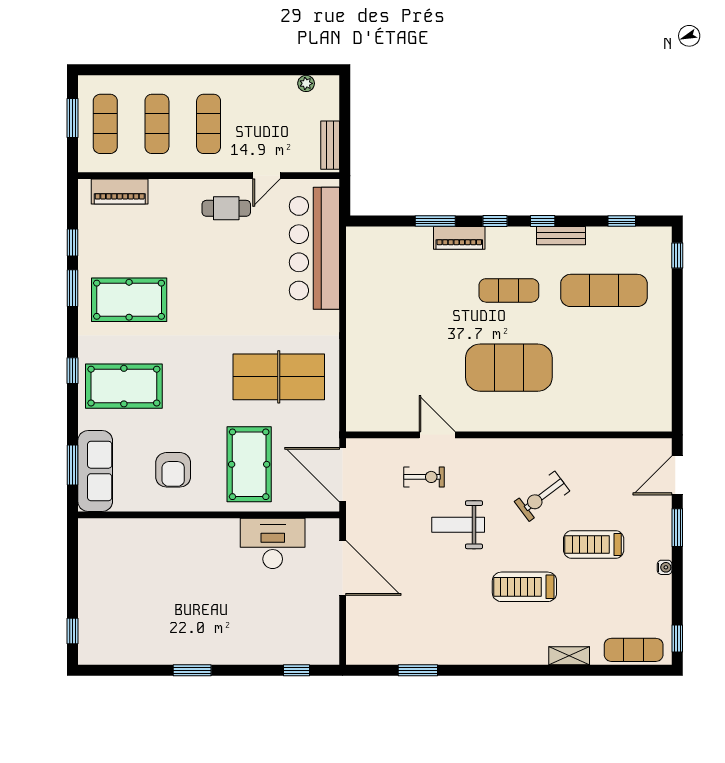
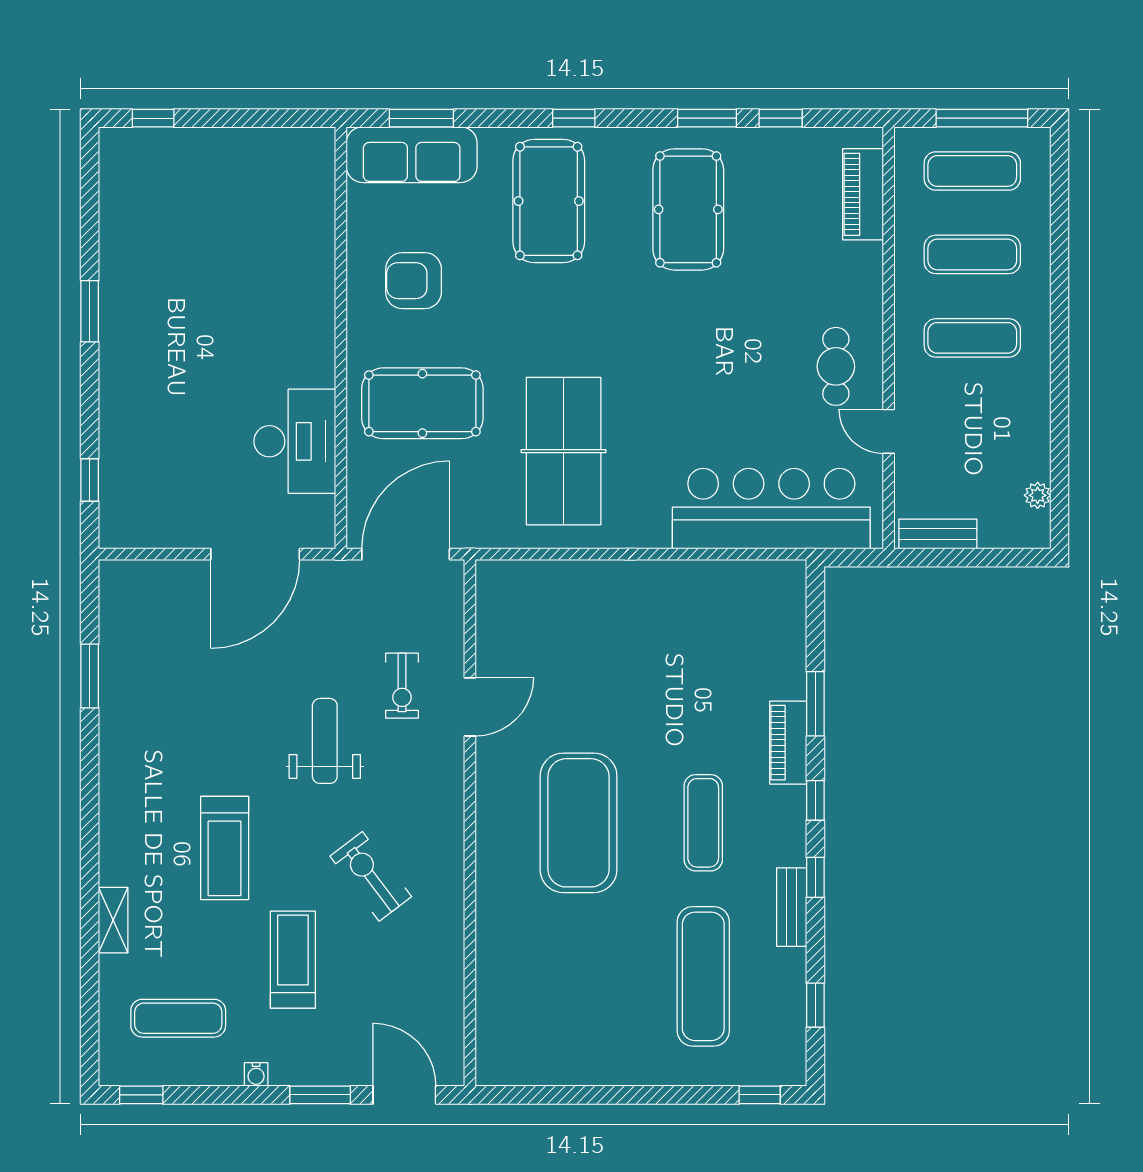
window: (73, 118) -> (982, 118), width x1.44
treadmill: (524, 587) -> (225, 848), turned 180
exercise mat: (634, 650) -> (178, 1018), moved, turned 90

